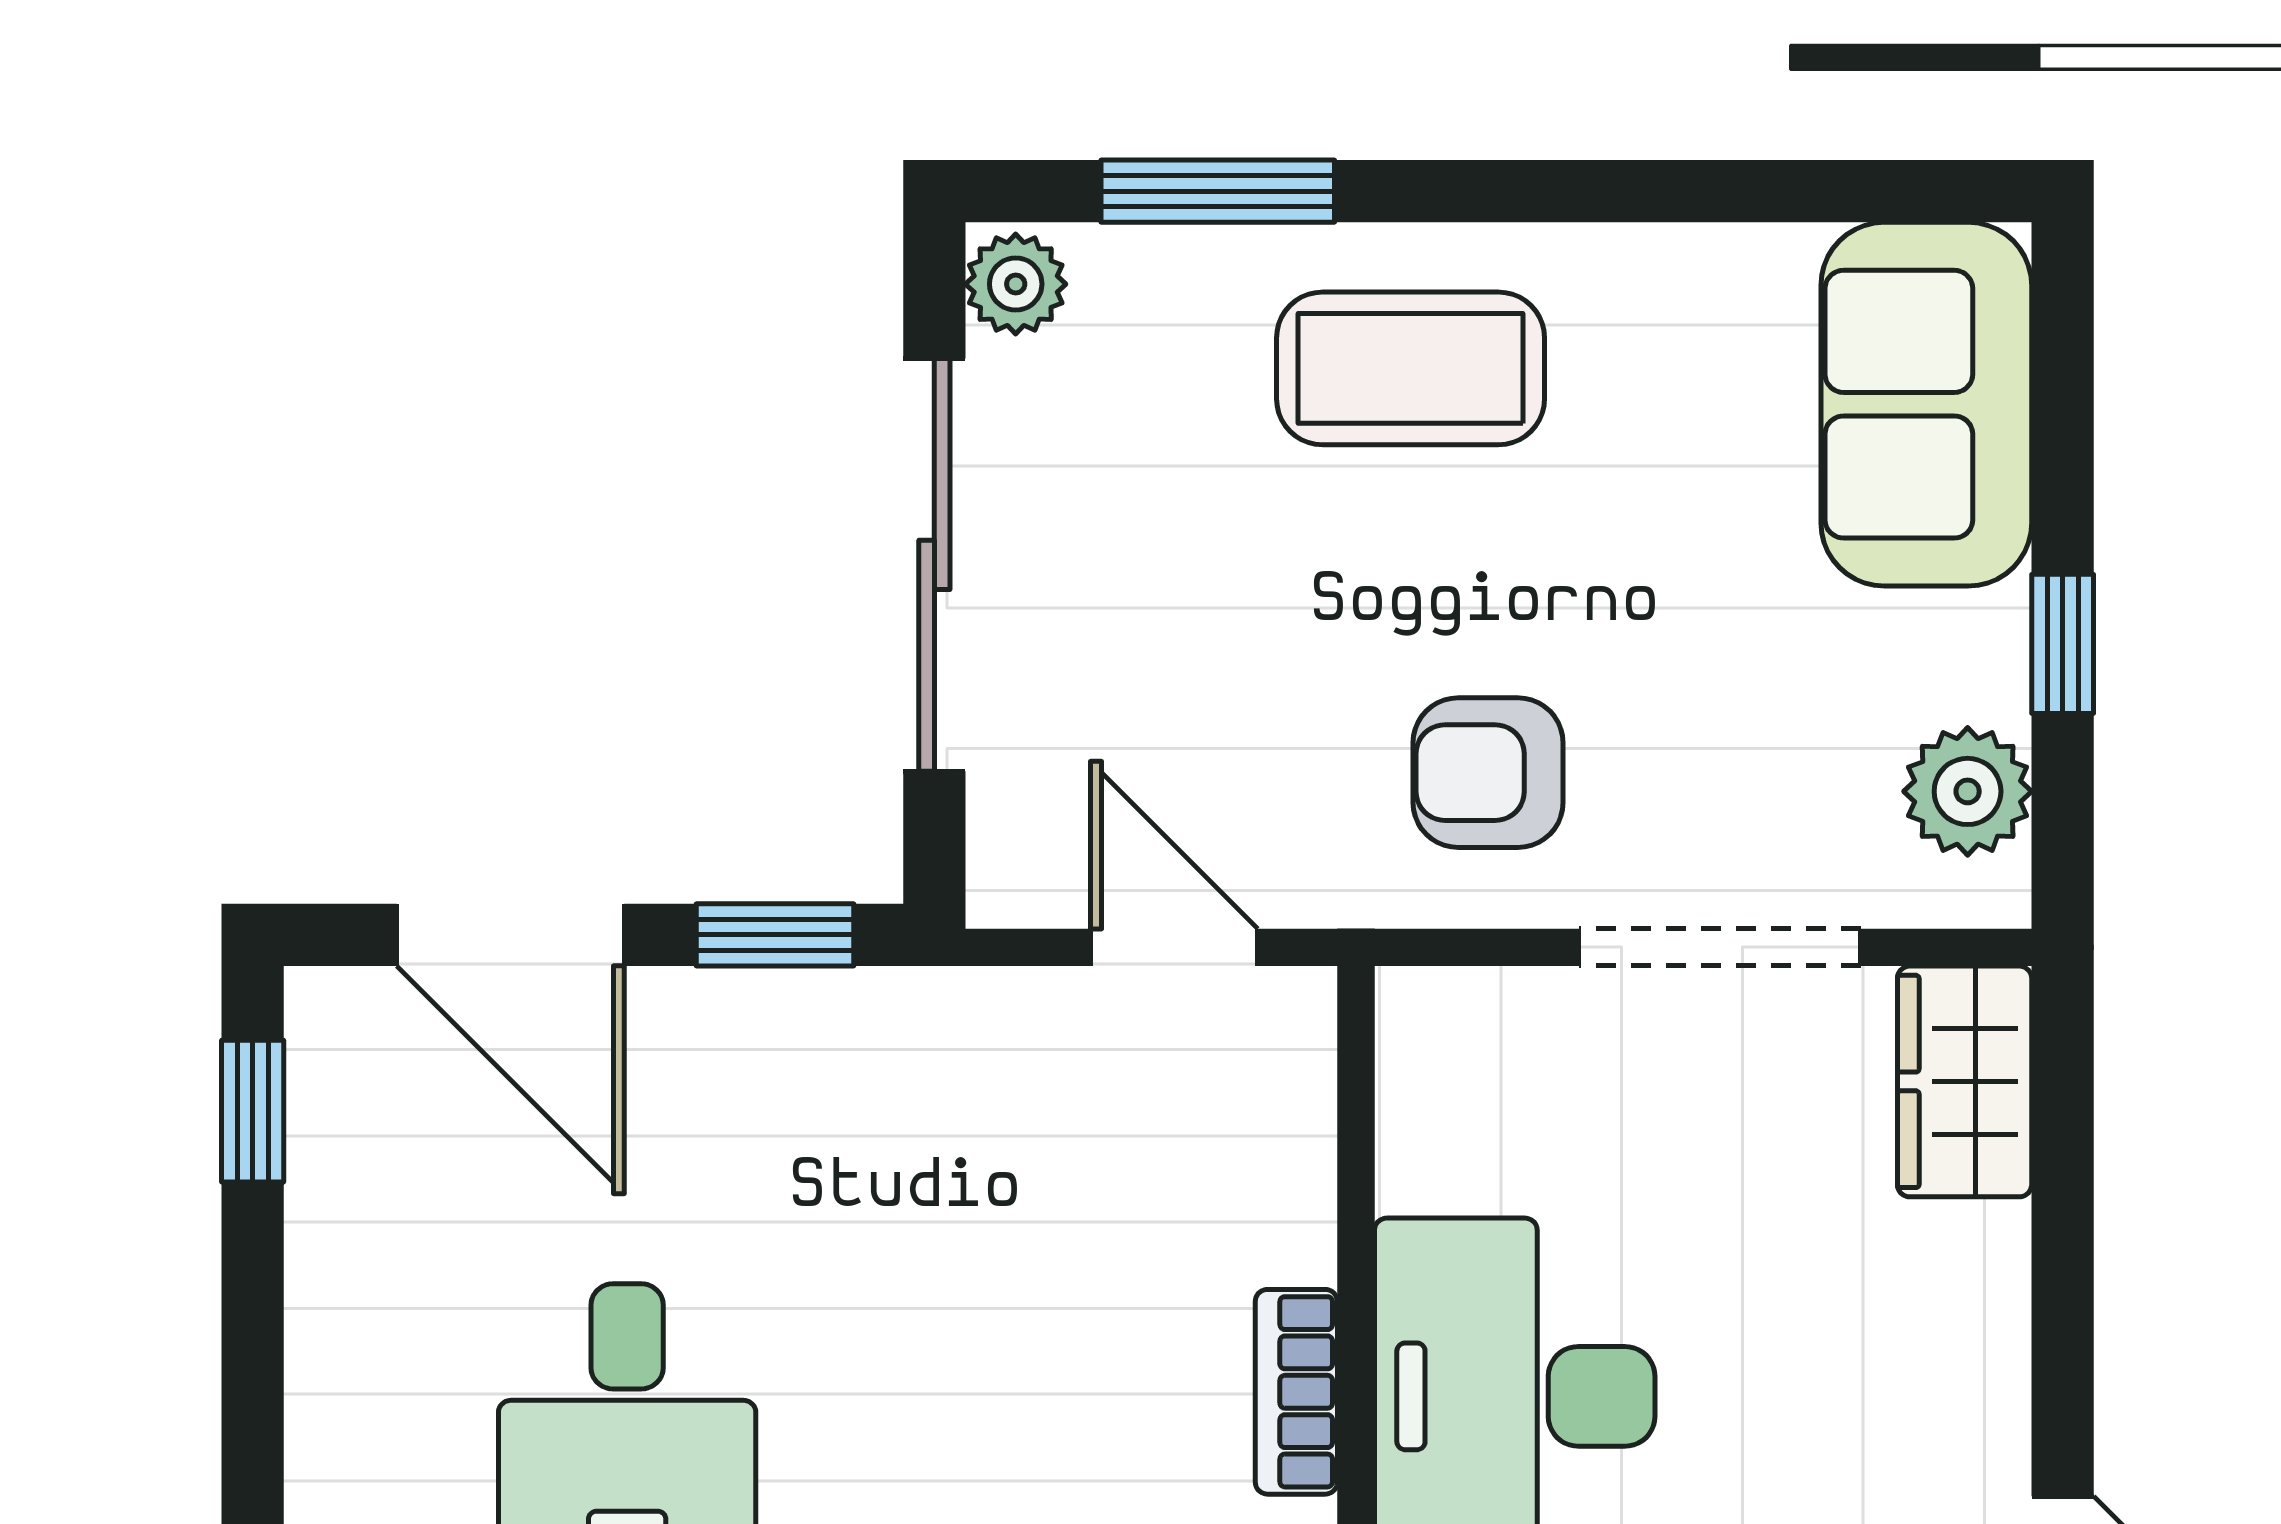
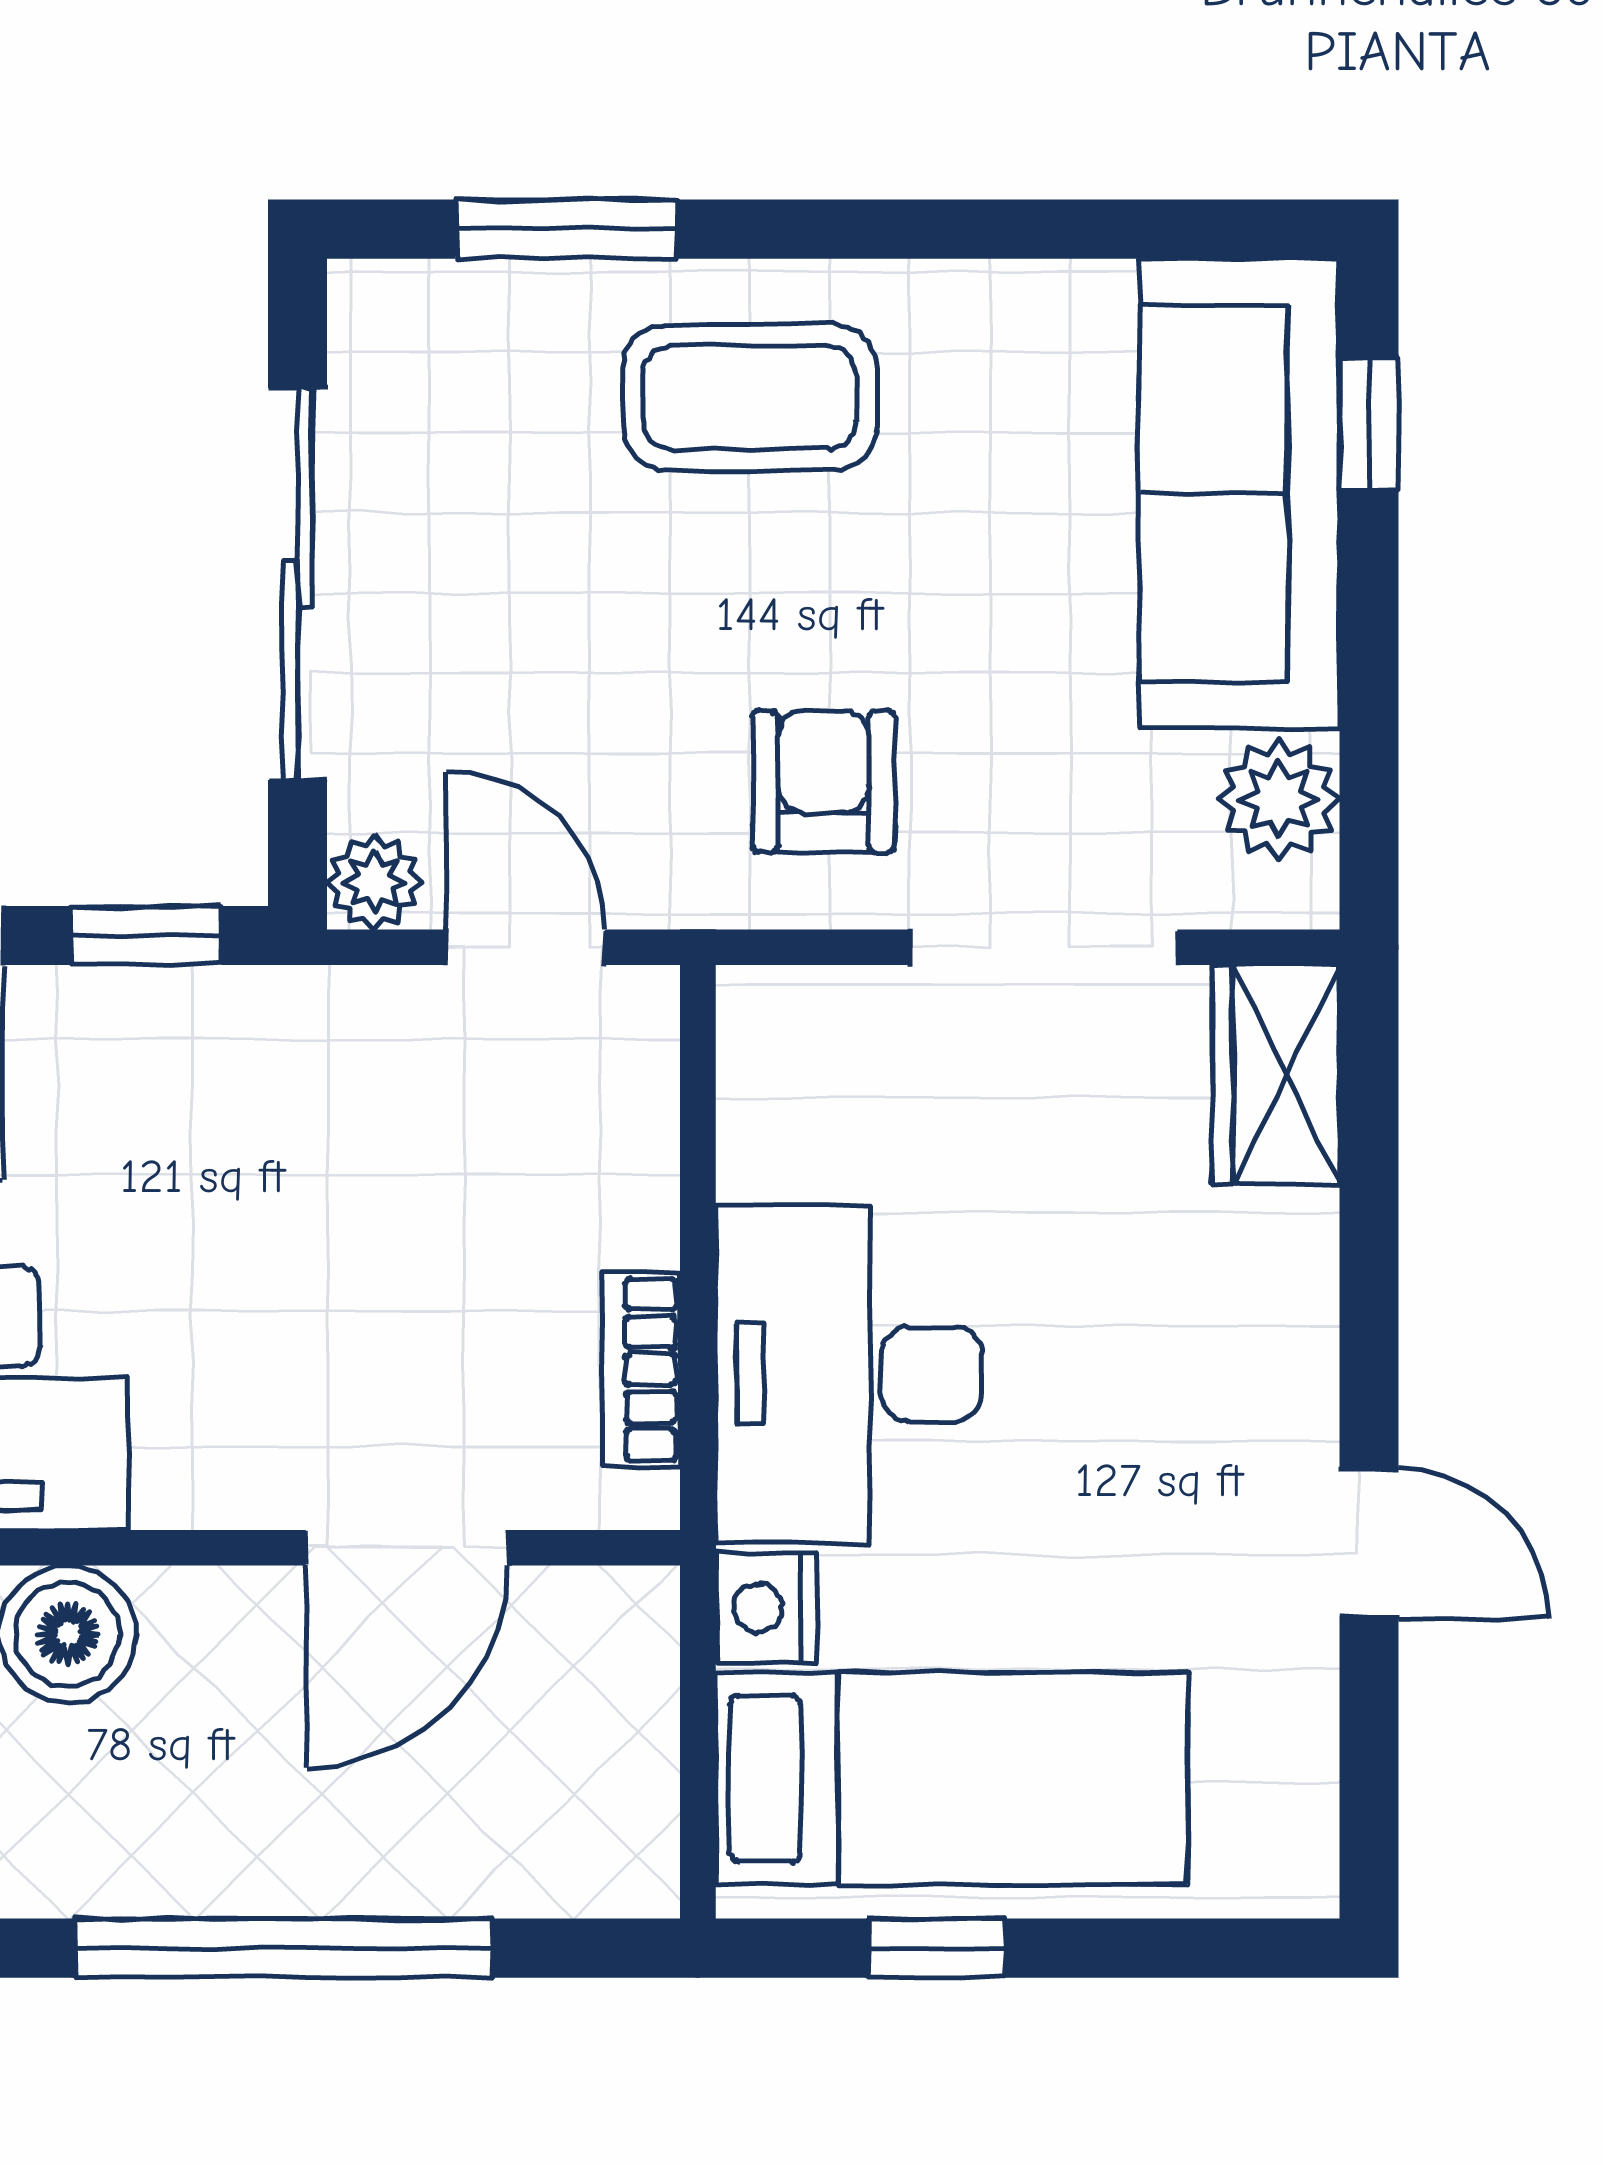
plant: (1016, 284) -> (375, 882), moved
sofa: (1926, 404) -> (1240, 494), width x1.36
window: (2063, 644) -> (1369, 424), moved
armchair: (1488, 773) -> (823, 781), turned 90

